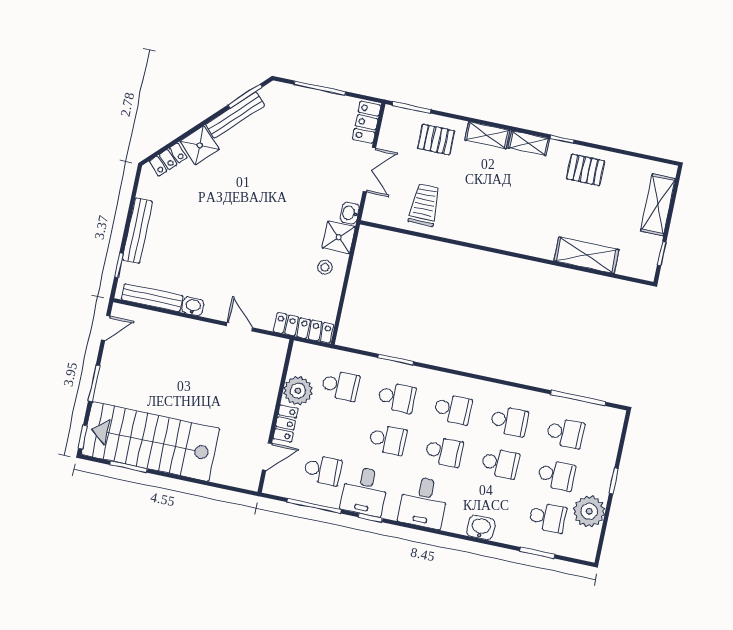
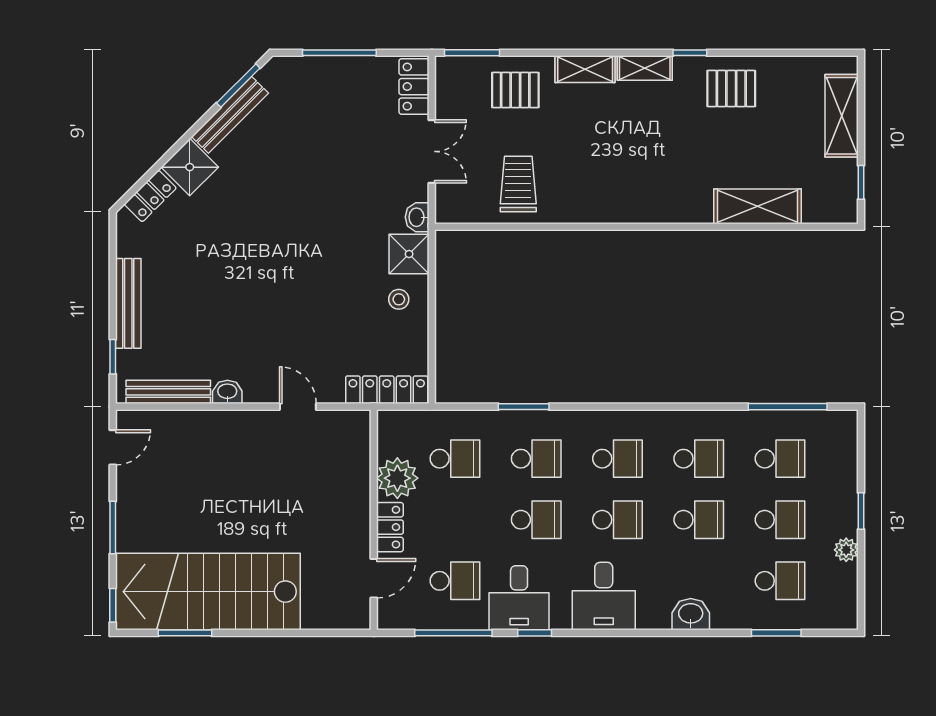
plant: (589, 511) -> (846, 550), width x0.53, depth x0.53

